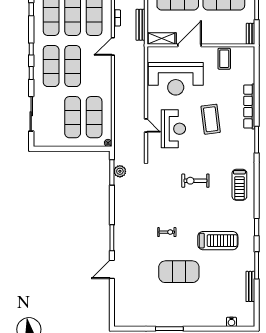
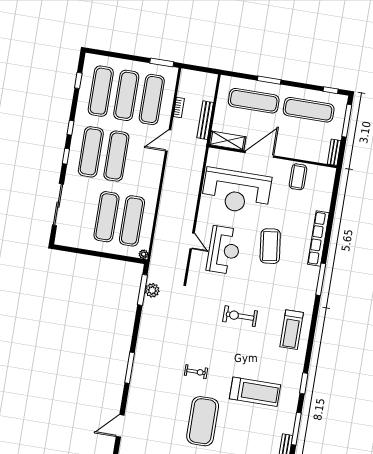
door: (112, 269) -> (120, 426), moved
exercise mat: (179, 272) -> (203, 421), turned 90

